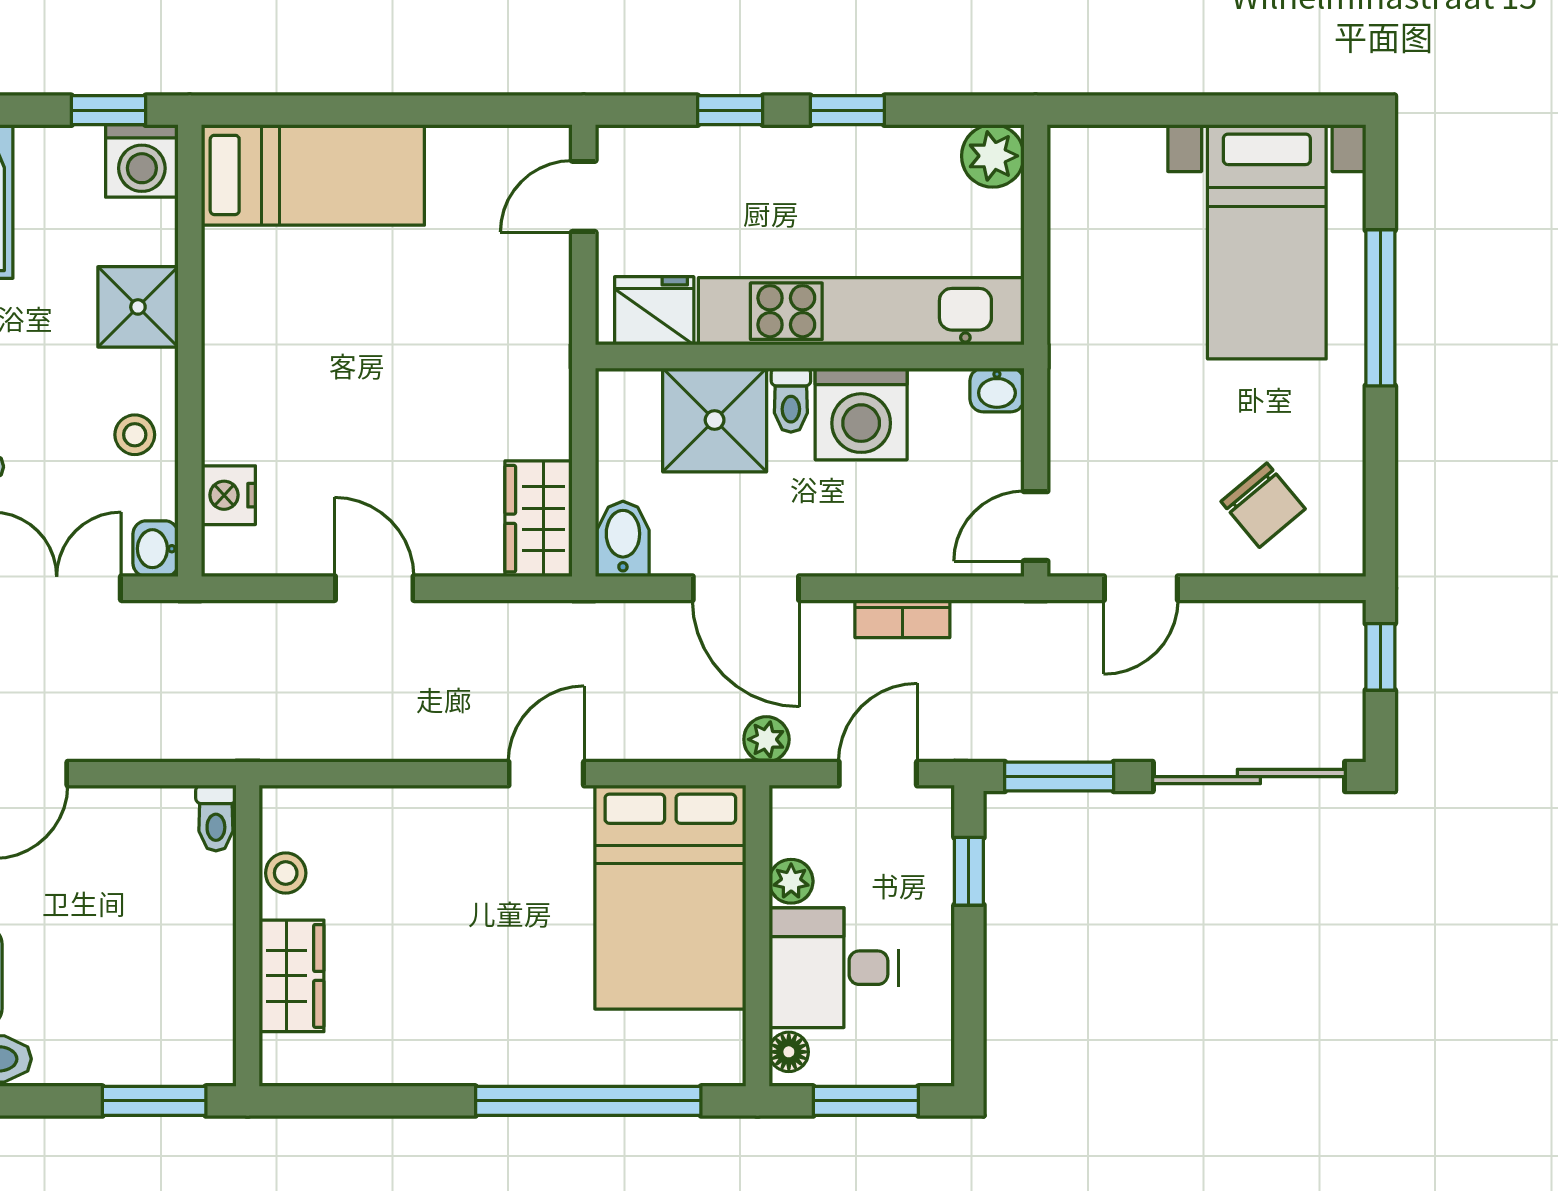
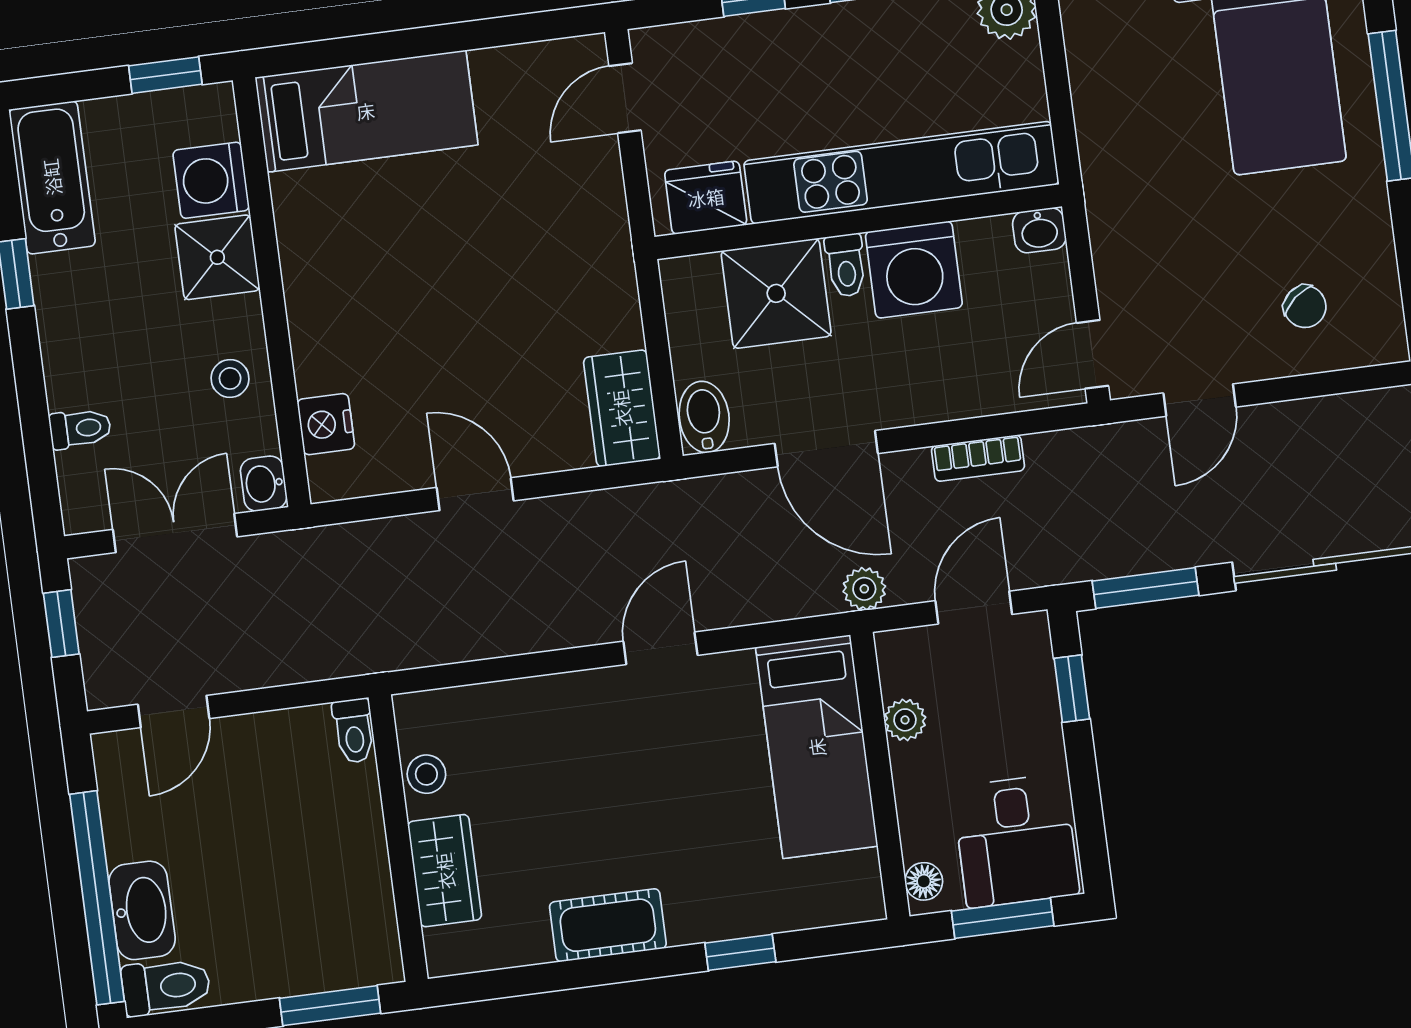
washing machine: (142, 161) -> (211, 180), moved, turned 90
chair: (1263, 505) -> (1305, 307), width x0.73, depth x0.73
bed: (670, 897) -> (817, 747), width x0.67
desk: (834, 968) -> (1016, 841), moved, turned -90
cot: (454, 1055) -> (608, 925), added
window: (588, 1101) -> (740, 952), width x0.32

